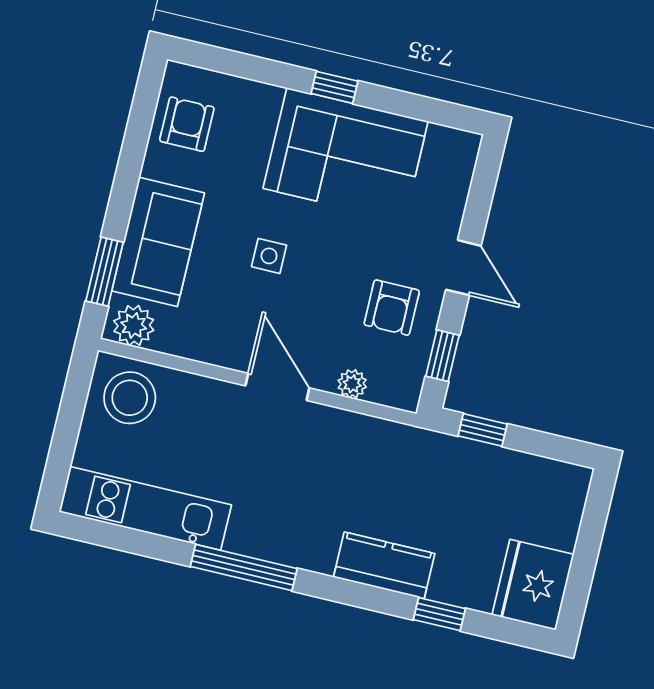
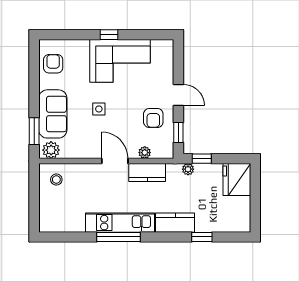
stool: (130, 398) -> (56, 180), width x0.53, depth x0.53
kitchen counter: (347, 432) -> (147, 172), added
plant: (445, 447) -> (188, 169), added
kitchen unit: (145, 508) -> (120, 223), moved
fridge: (533, 585) -> (237, 179), moved

